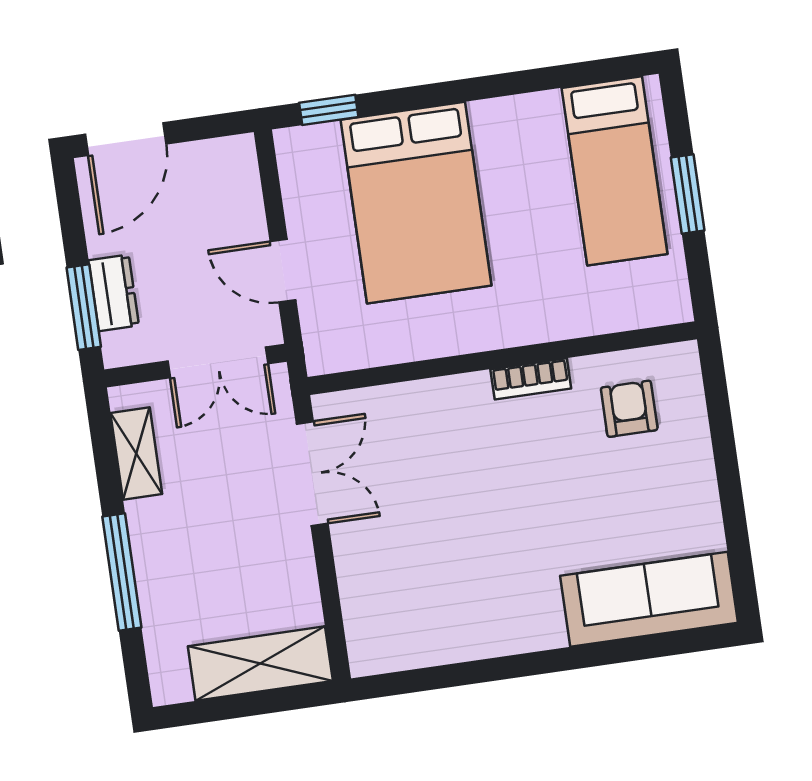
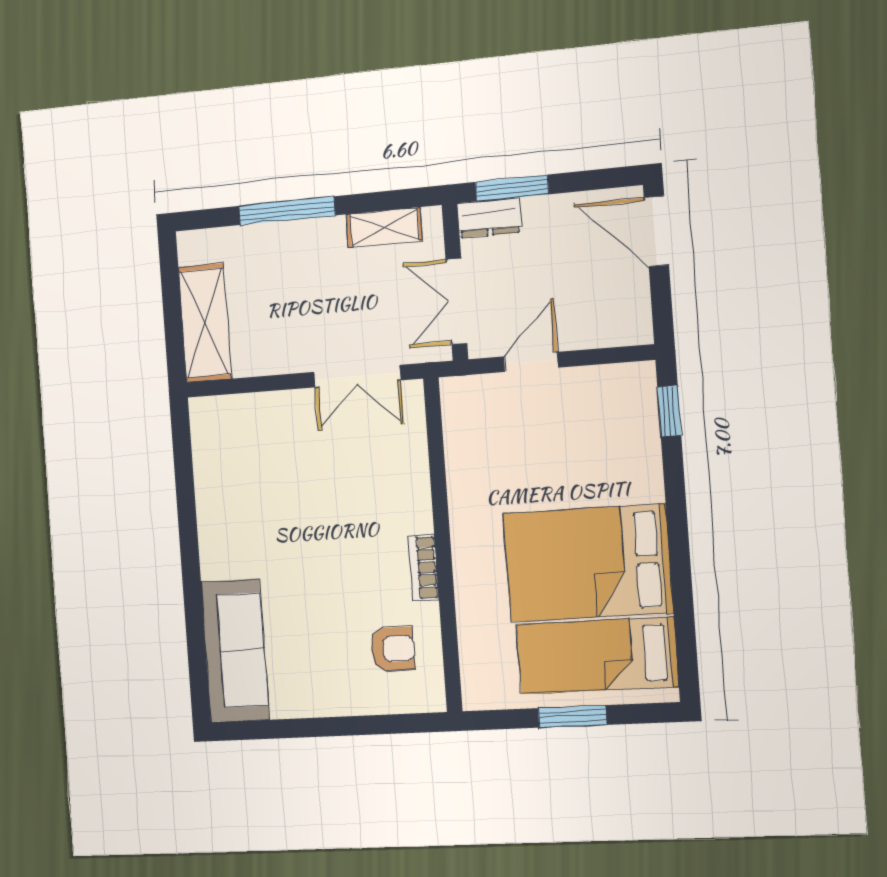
bed: (416, 203) -> (588, 563), moved
dresser: (114, 293) -> (489, 218), moved

